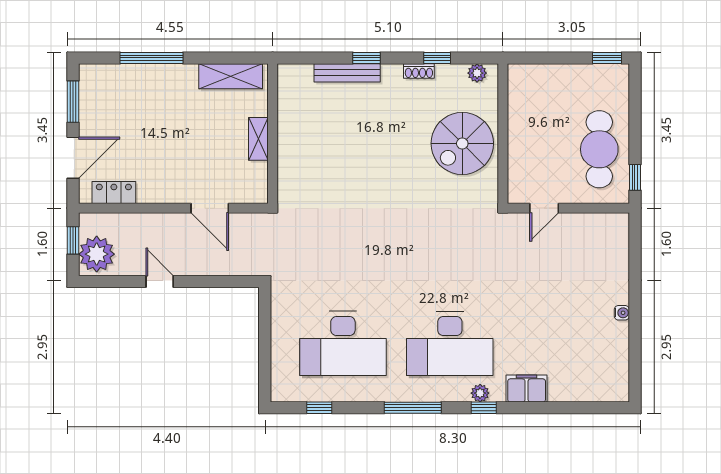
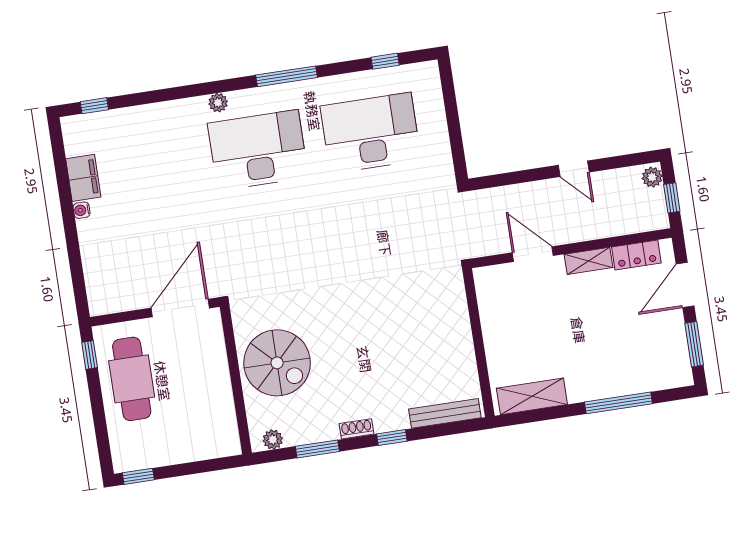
window: (437, 58) -> (317, 449), width x1.50
shoe rack: (419, 71) -> (356, 429), moved
bench: (347, 73) -> (445, 413), moved
shelving: (258, 139) -> (588, 261), moved, turned 90
spiral stairs: (462, 143) -> (277, 363), turned 90
door: (544, 208) -> (180, 308), width x1.88
plant: (97, 254) -> (652, 177), width x0.53, depth x0.53
filing cabinet: (527, 389) -> (83, 178), moved, turned -90
window: (484, 408) -> (94, 106), moved

